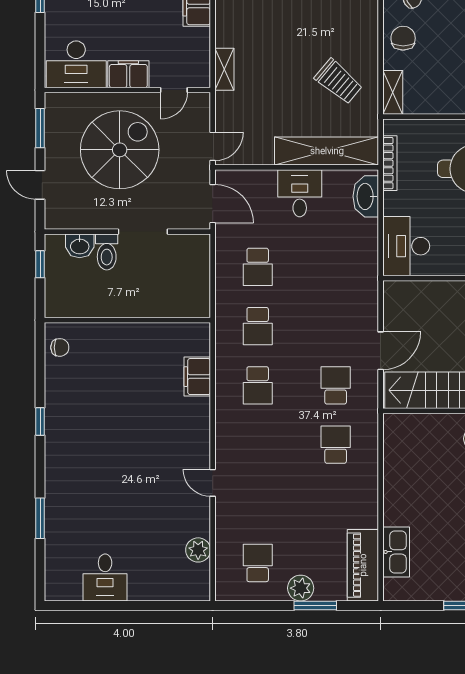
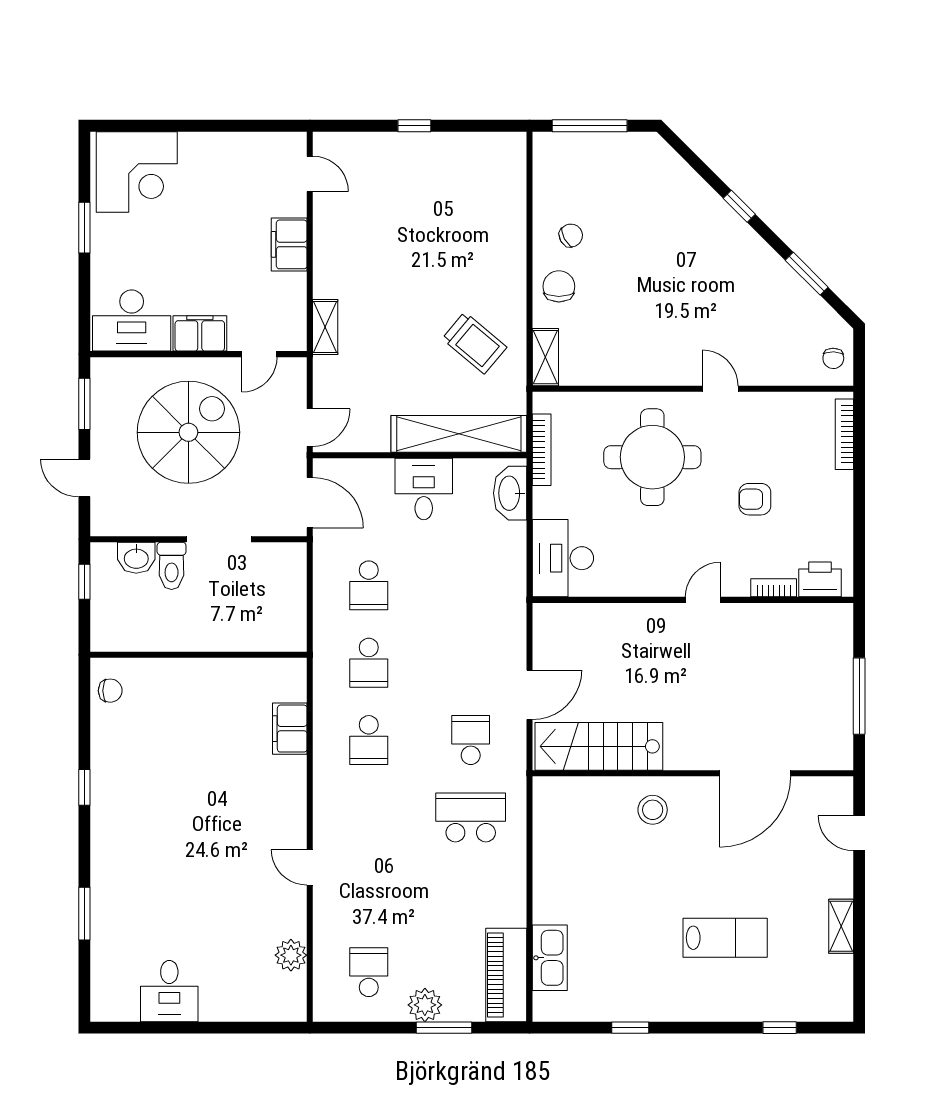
school desk: (336, 445) -> (471, 817), width x1.85

